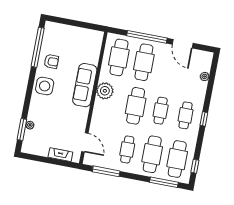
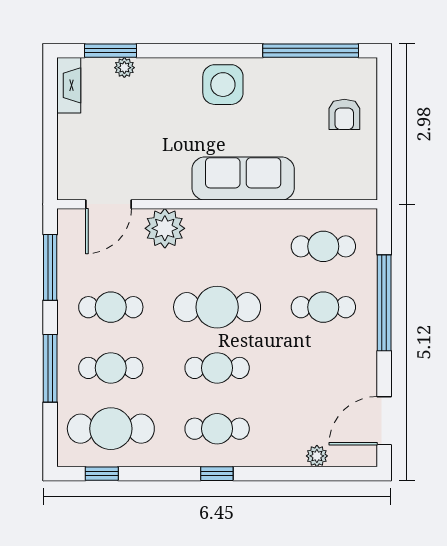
door: (183, 44) -> (384, 421), moved
cafe table: (119, 57) -> (323, 246), width x0.73, depth x0.74
armchair: (51, 61) -> (344, 114), moved
cafe table: (144, 62) -> (323, 307), width x0.73, depth x0.74
plant: (105, 91) -> (165, 228), moved
cafe table: (152, 154) -> (111, 368), width x0.73, depth x0.74
fireplace: (60, 155) -> (69, 85), moved
window: (164, 182) -> (50, 368), moved

